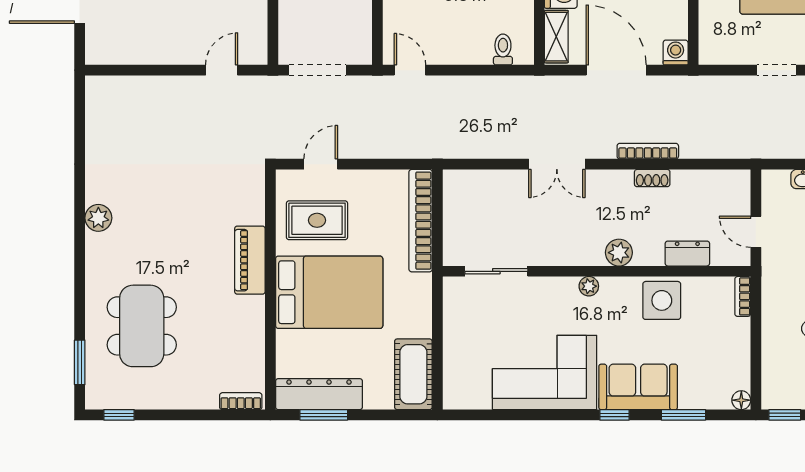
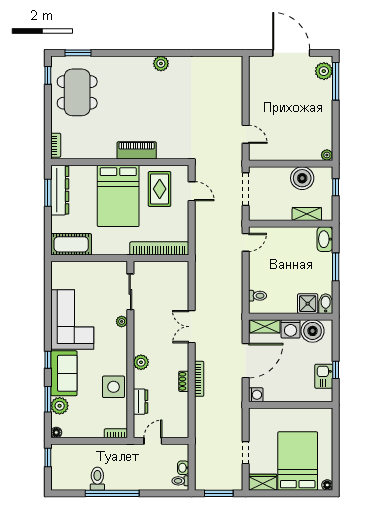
plant: (589, 286) -> (122, 321), moved
dining table: (142, 326) -> (77, 92), moved, turned 90
plant: (695, 394) -> (60, 406), added

